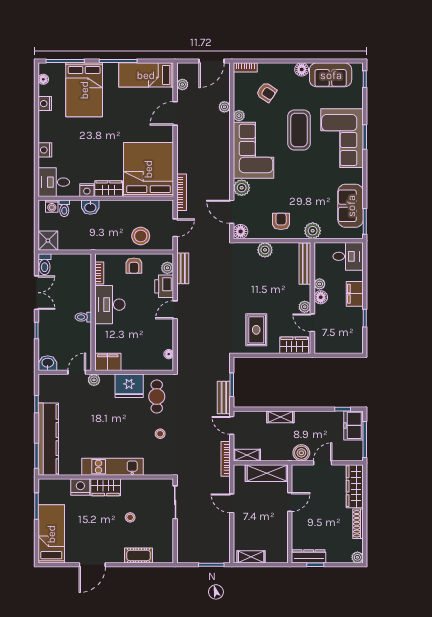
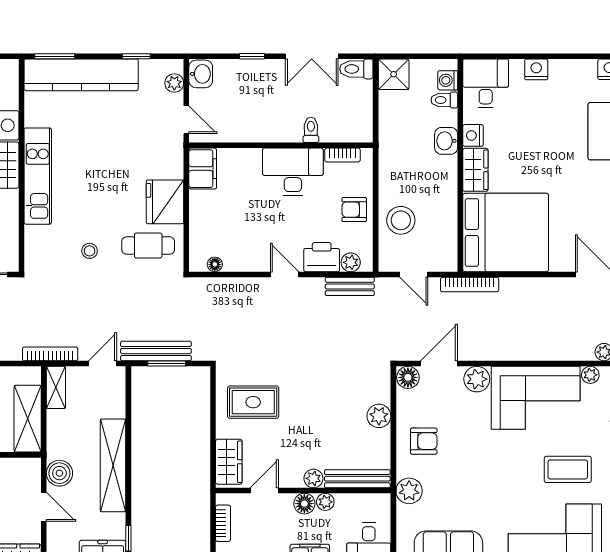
coffee table: (299, 130) -> (568, 469), width x0.73, depth x0.76
plant: (305, 307) -> (313, 478), moved
toilet: (83, 317) -> (311, 130), moved
bookcase: (333, 349) -> (223, 523), added
plant: (94, 380) -> (174, 83), moved
bench: (224, 398) -> (156, 351), width x1.36
shelving: (280, 417) -> (113, 465), width x2.20, depth x1.33

